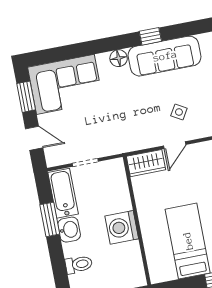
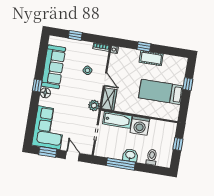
window: (150, 36) -> (37, 86), moved
door: (34, 138) -> (72, 156), hinge flipped
plant: (127, 143) -> (94, 105), added
bathtub: (63, 193) -> (117, 120), moved, turned 180
window: (50, 219) -> (121, 164), width x1.44

